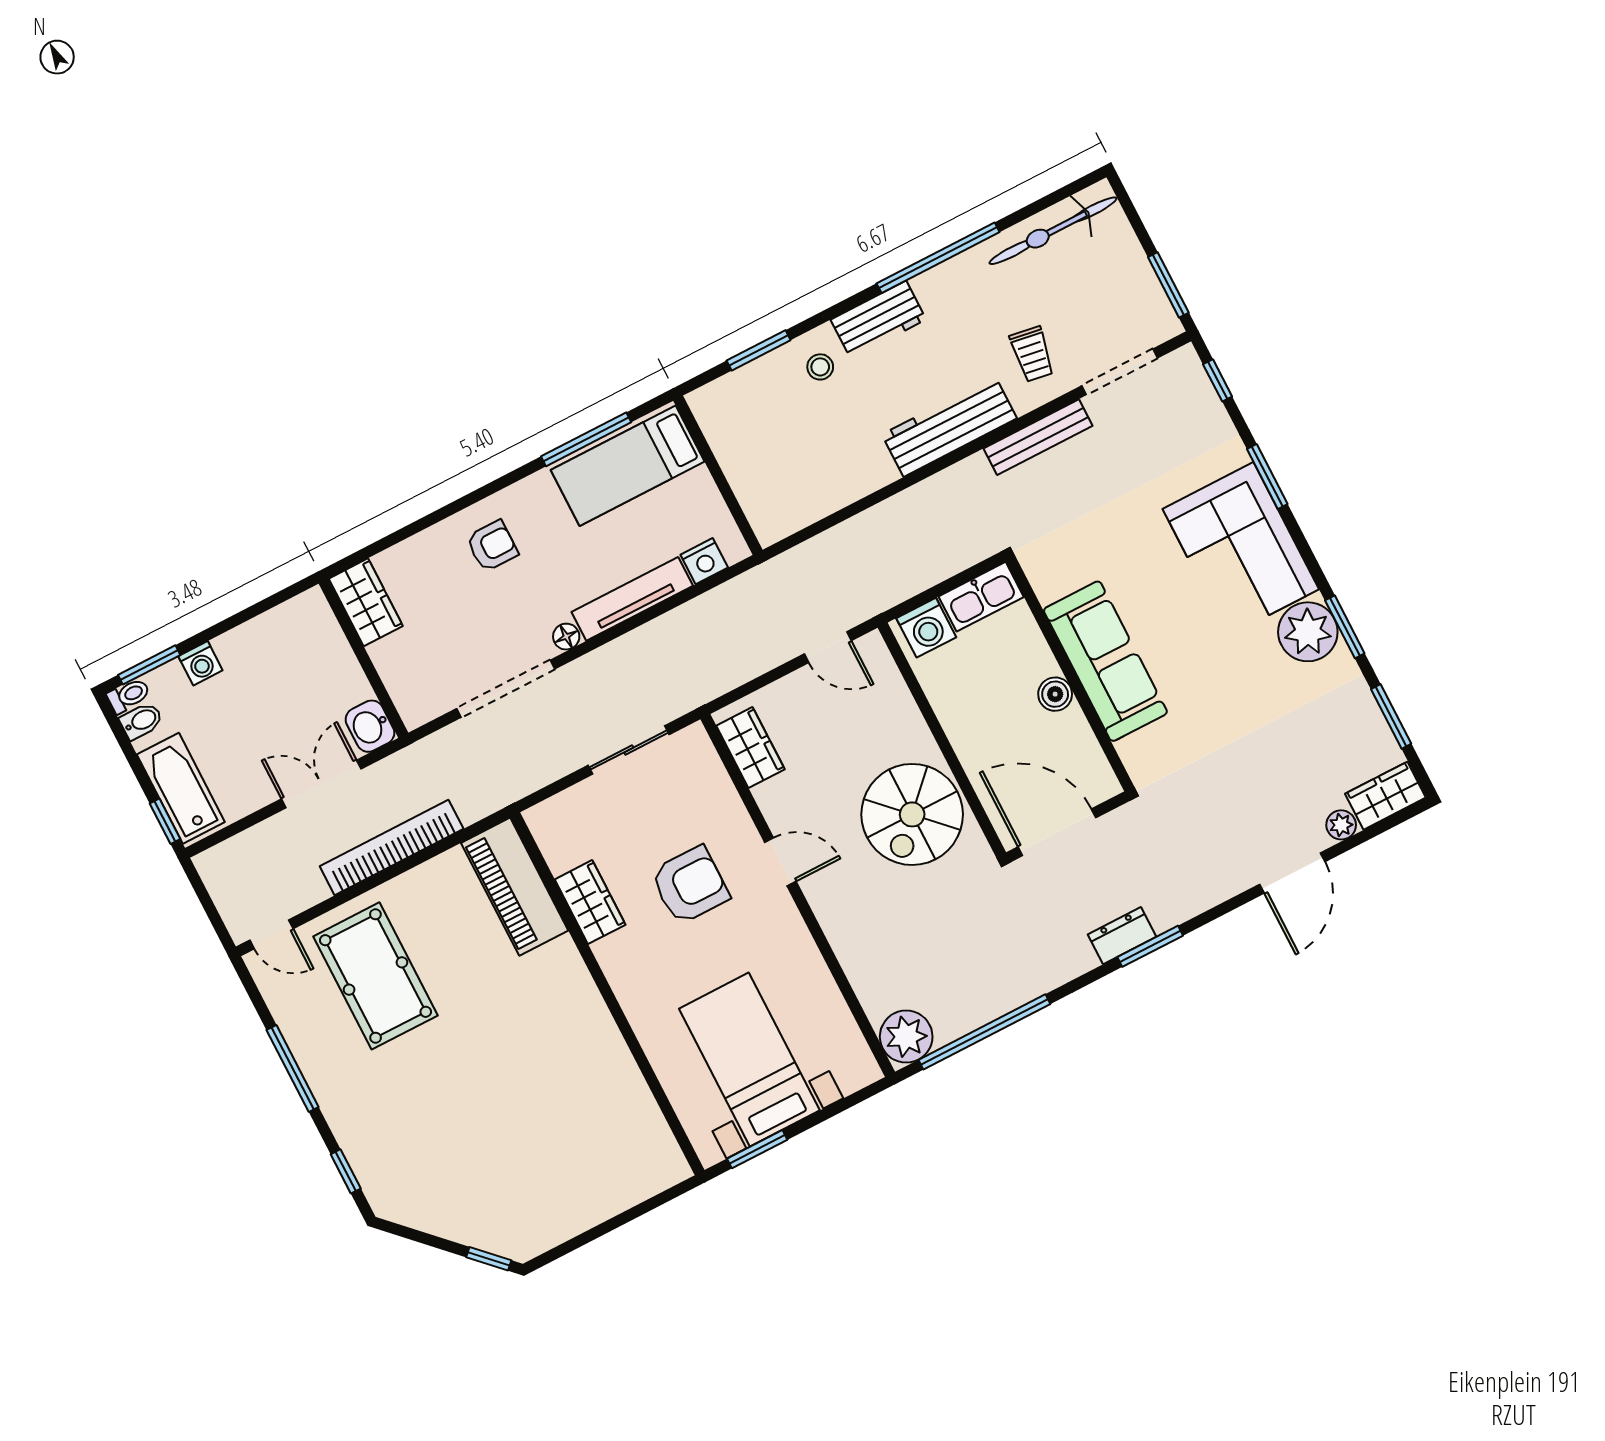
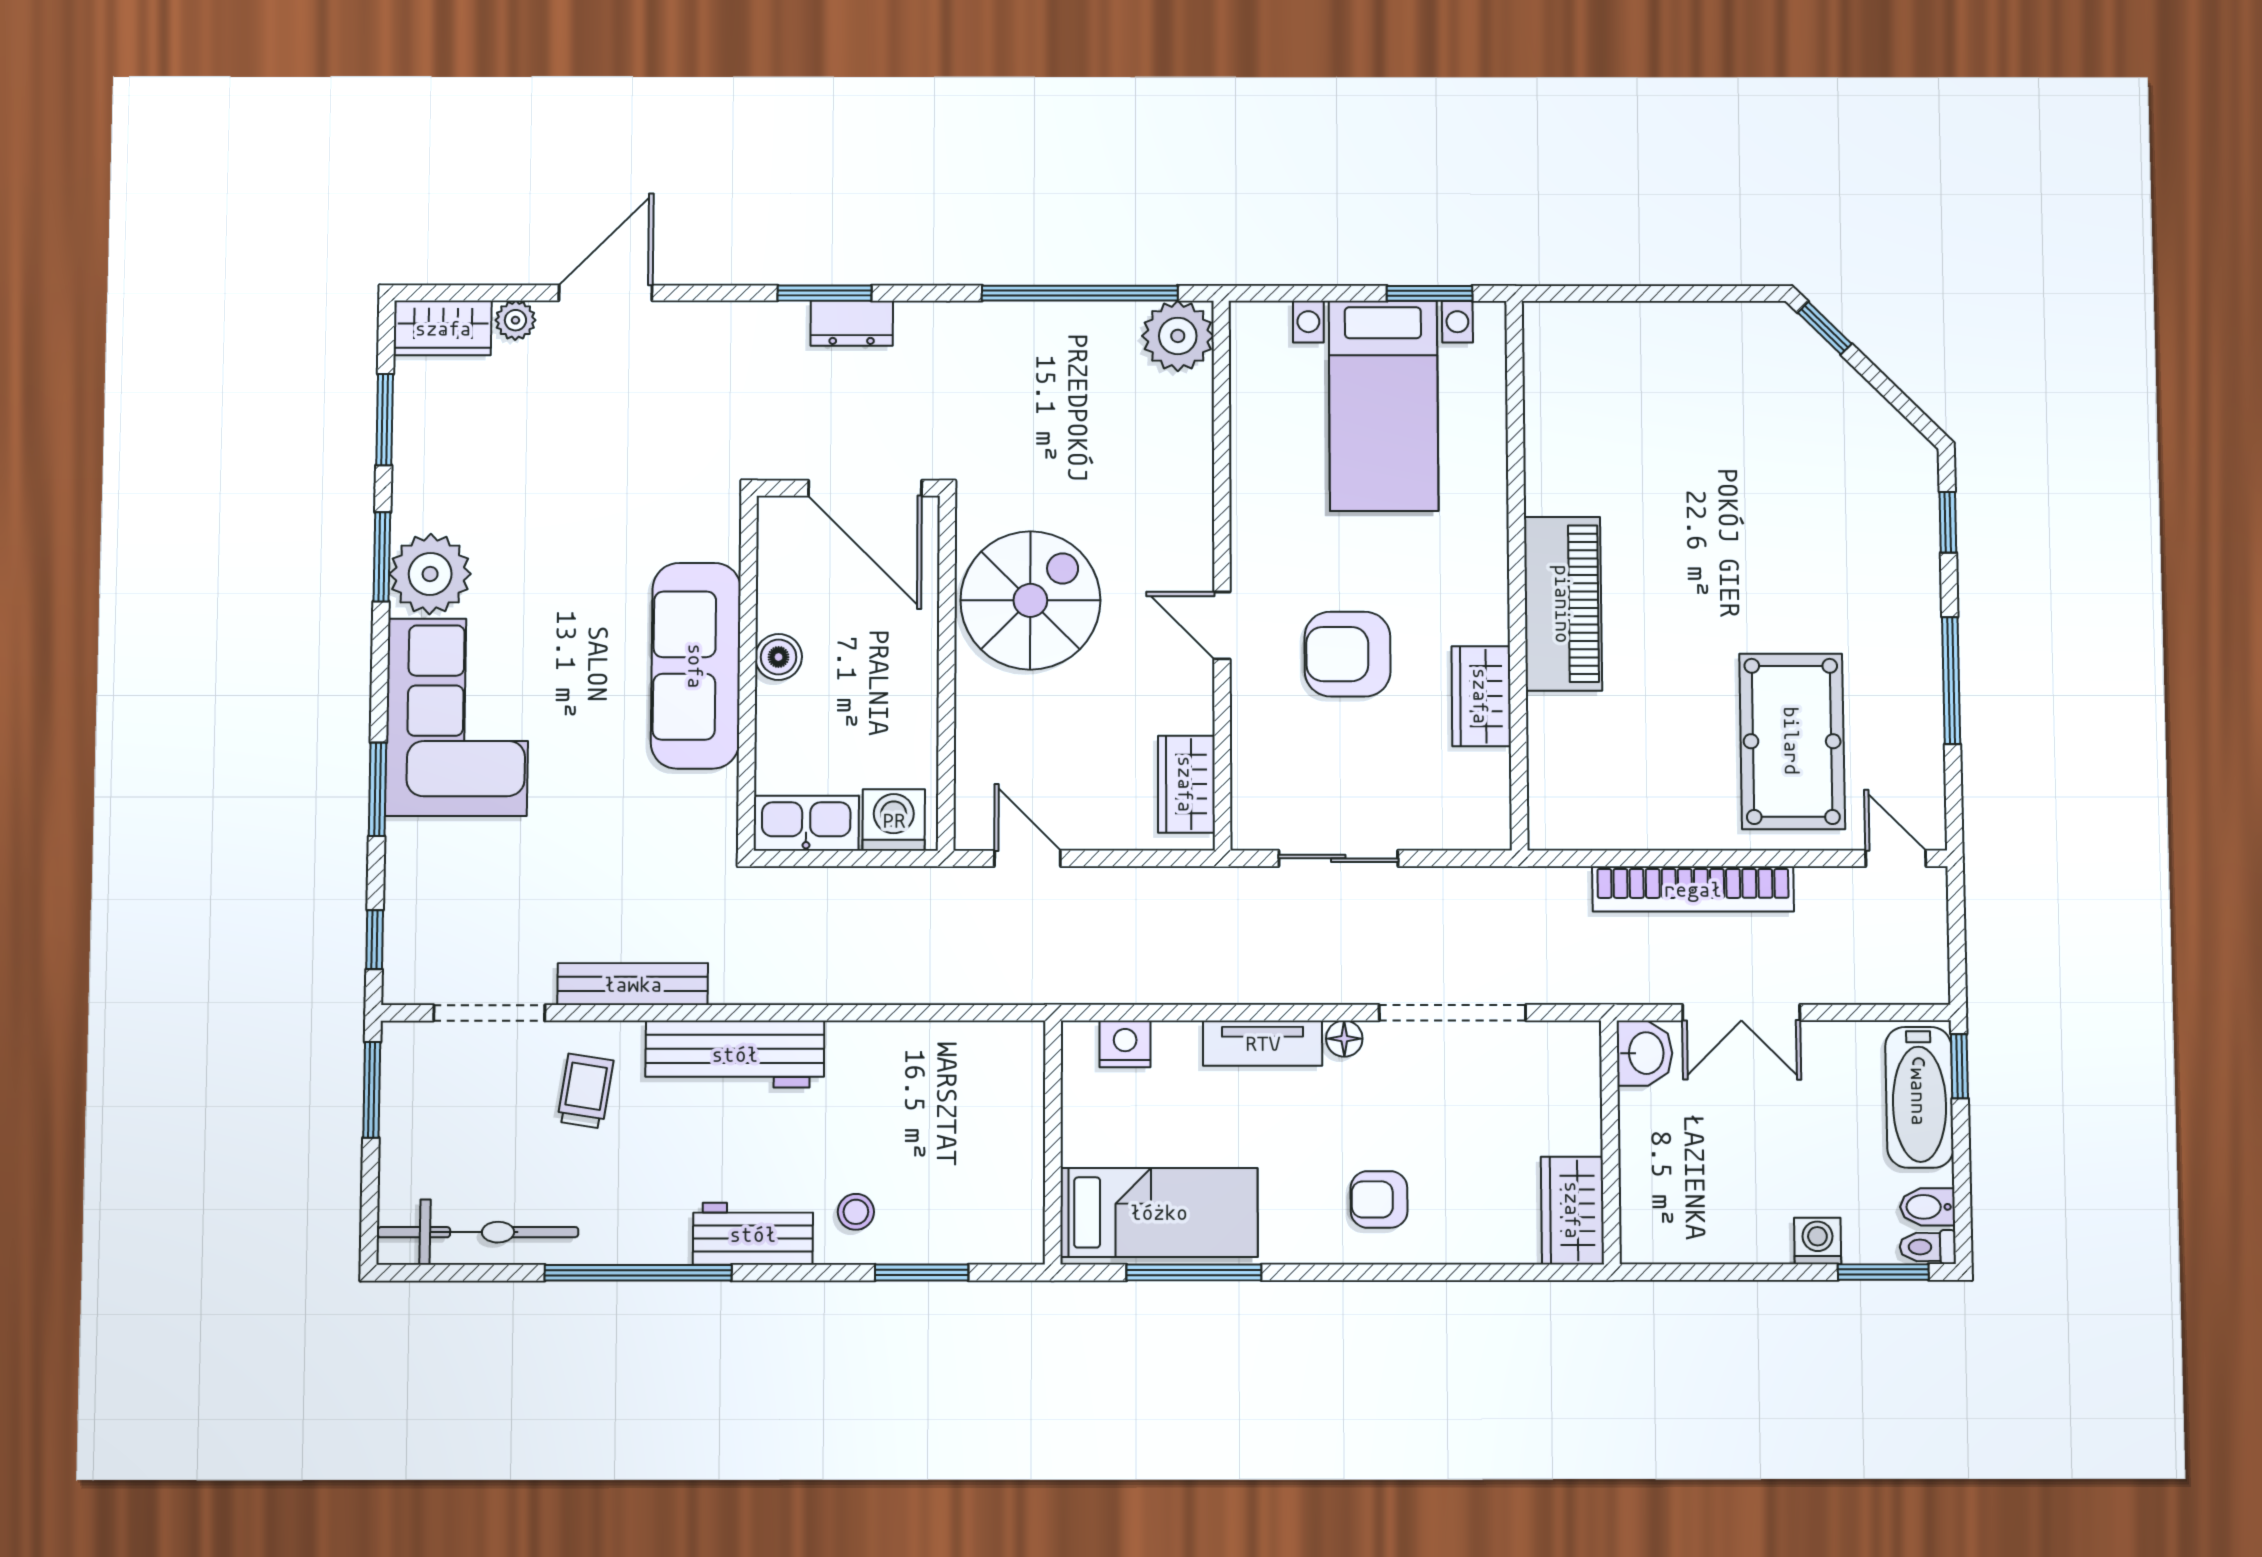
tv unit: (632, 599) -> (1263, 1043), width x0.71
piano: (515, 887) -> (1563, 604), moved

